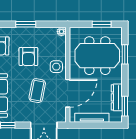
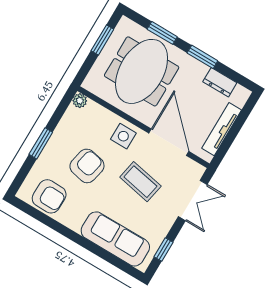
armchair: (28, 57) -> (87, 166), turned -78
dresser: (117, 97) -> (220, 82), width x0.70
window: (125, 106) -> (202, 57), moved

